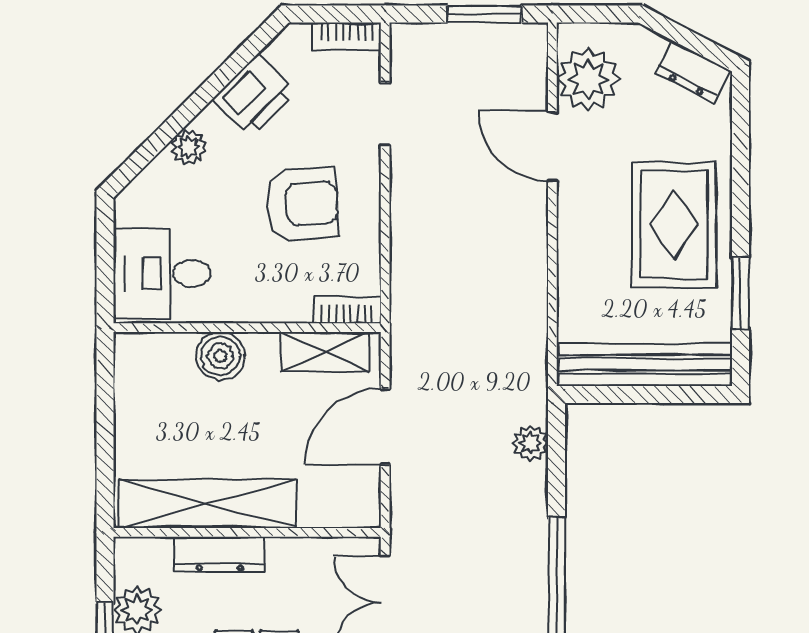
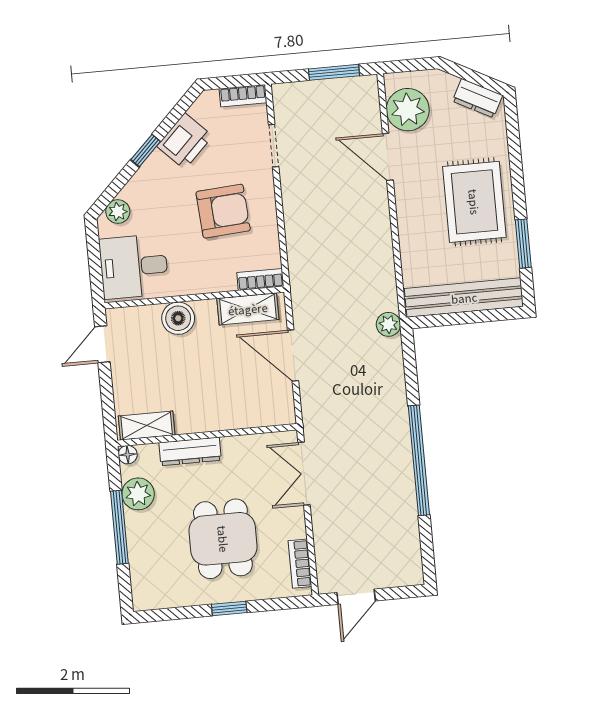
window: (196, 104) -> (146, 150), added
plant: (189, 147) -> (118, 212), moved
door: (105, 384) -> (102, 344), added
door: (385, 427) -> (293, 356), hinge flipped
plant: (530, 443) -> (388, 324), moved
shelving: (208, 504) -> (147, 426), width x0.45, depth x0.75
floor lamp: (127, 550) -> (128, 455), added

